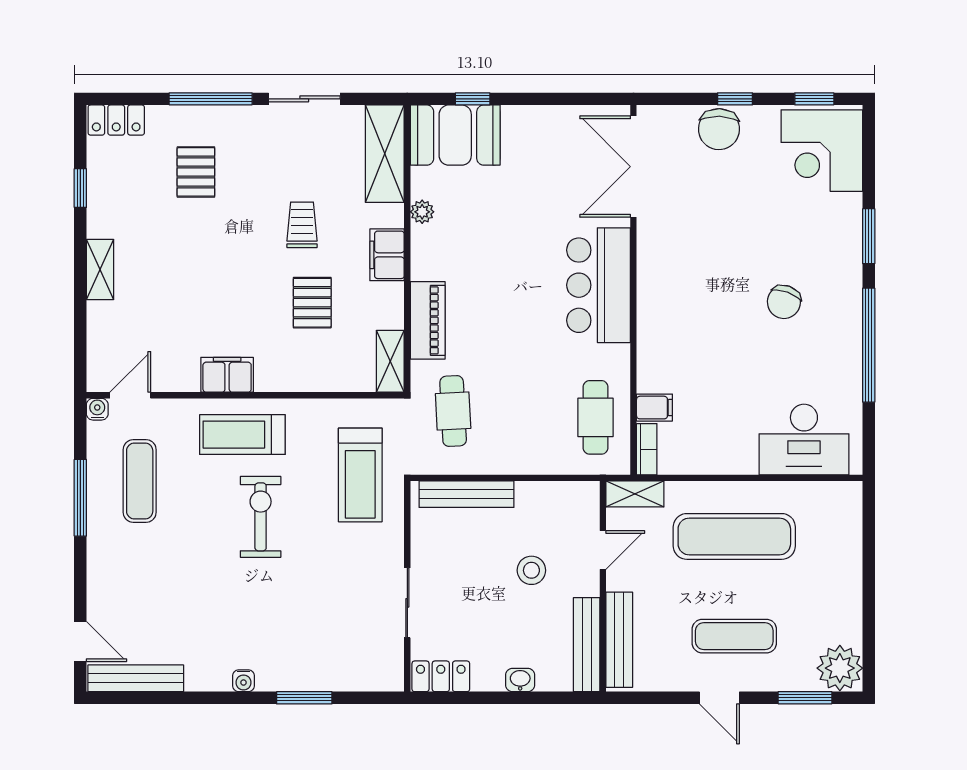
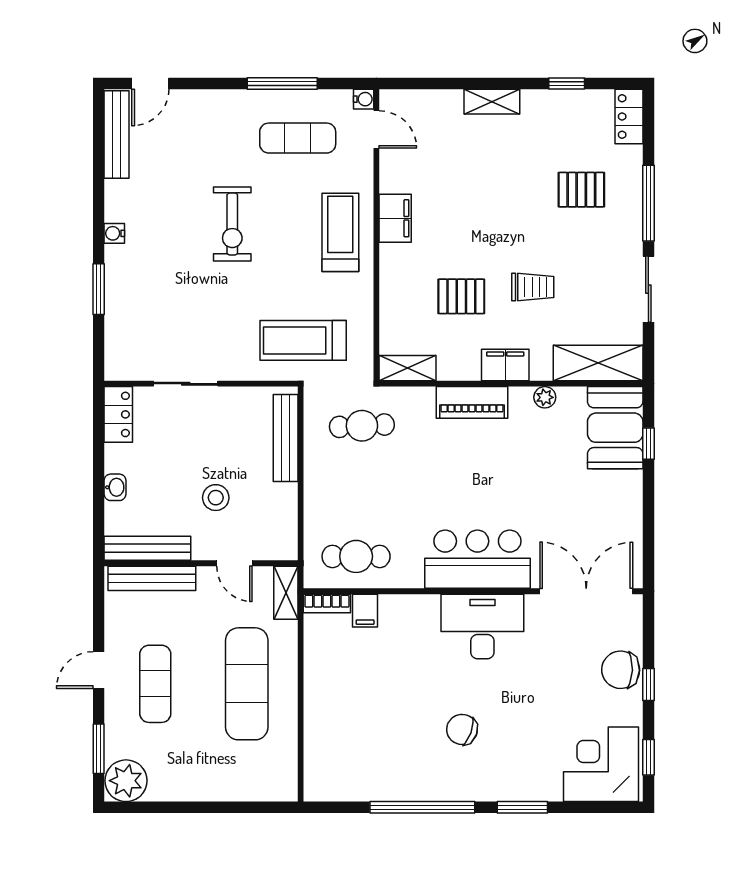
piano: (428, 320) -> (472, 402), moved
desk: (804, 439) -> (482, 626), moved, turned 90
exercise bike: (261, 517) -> (232, 224), moved, turned 90

